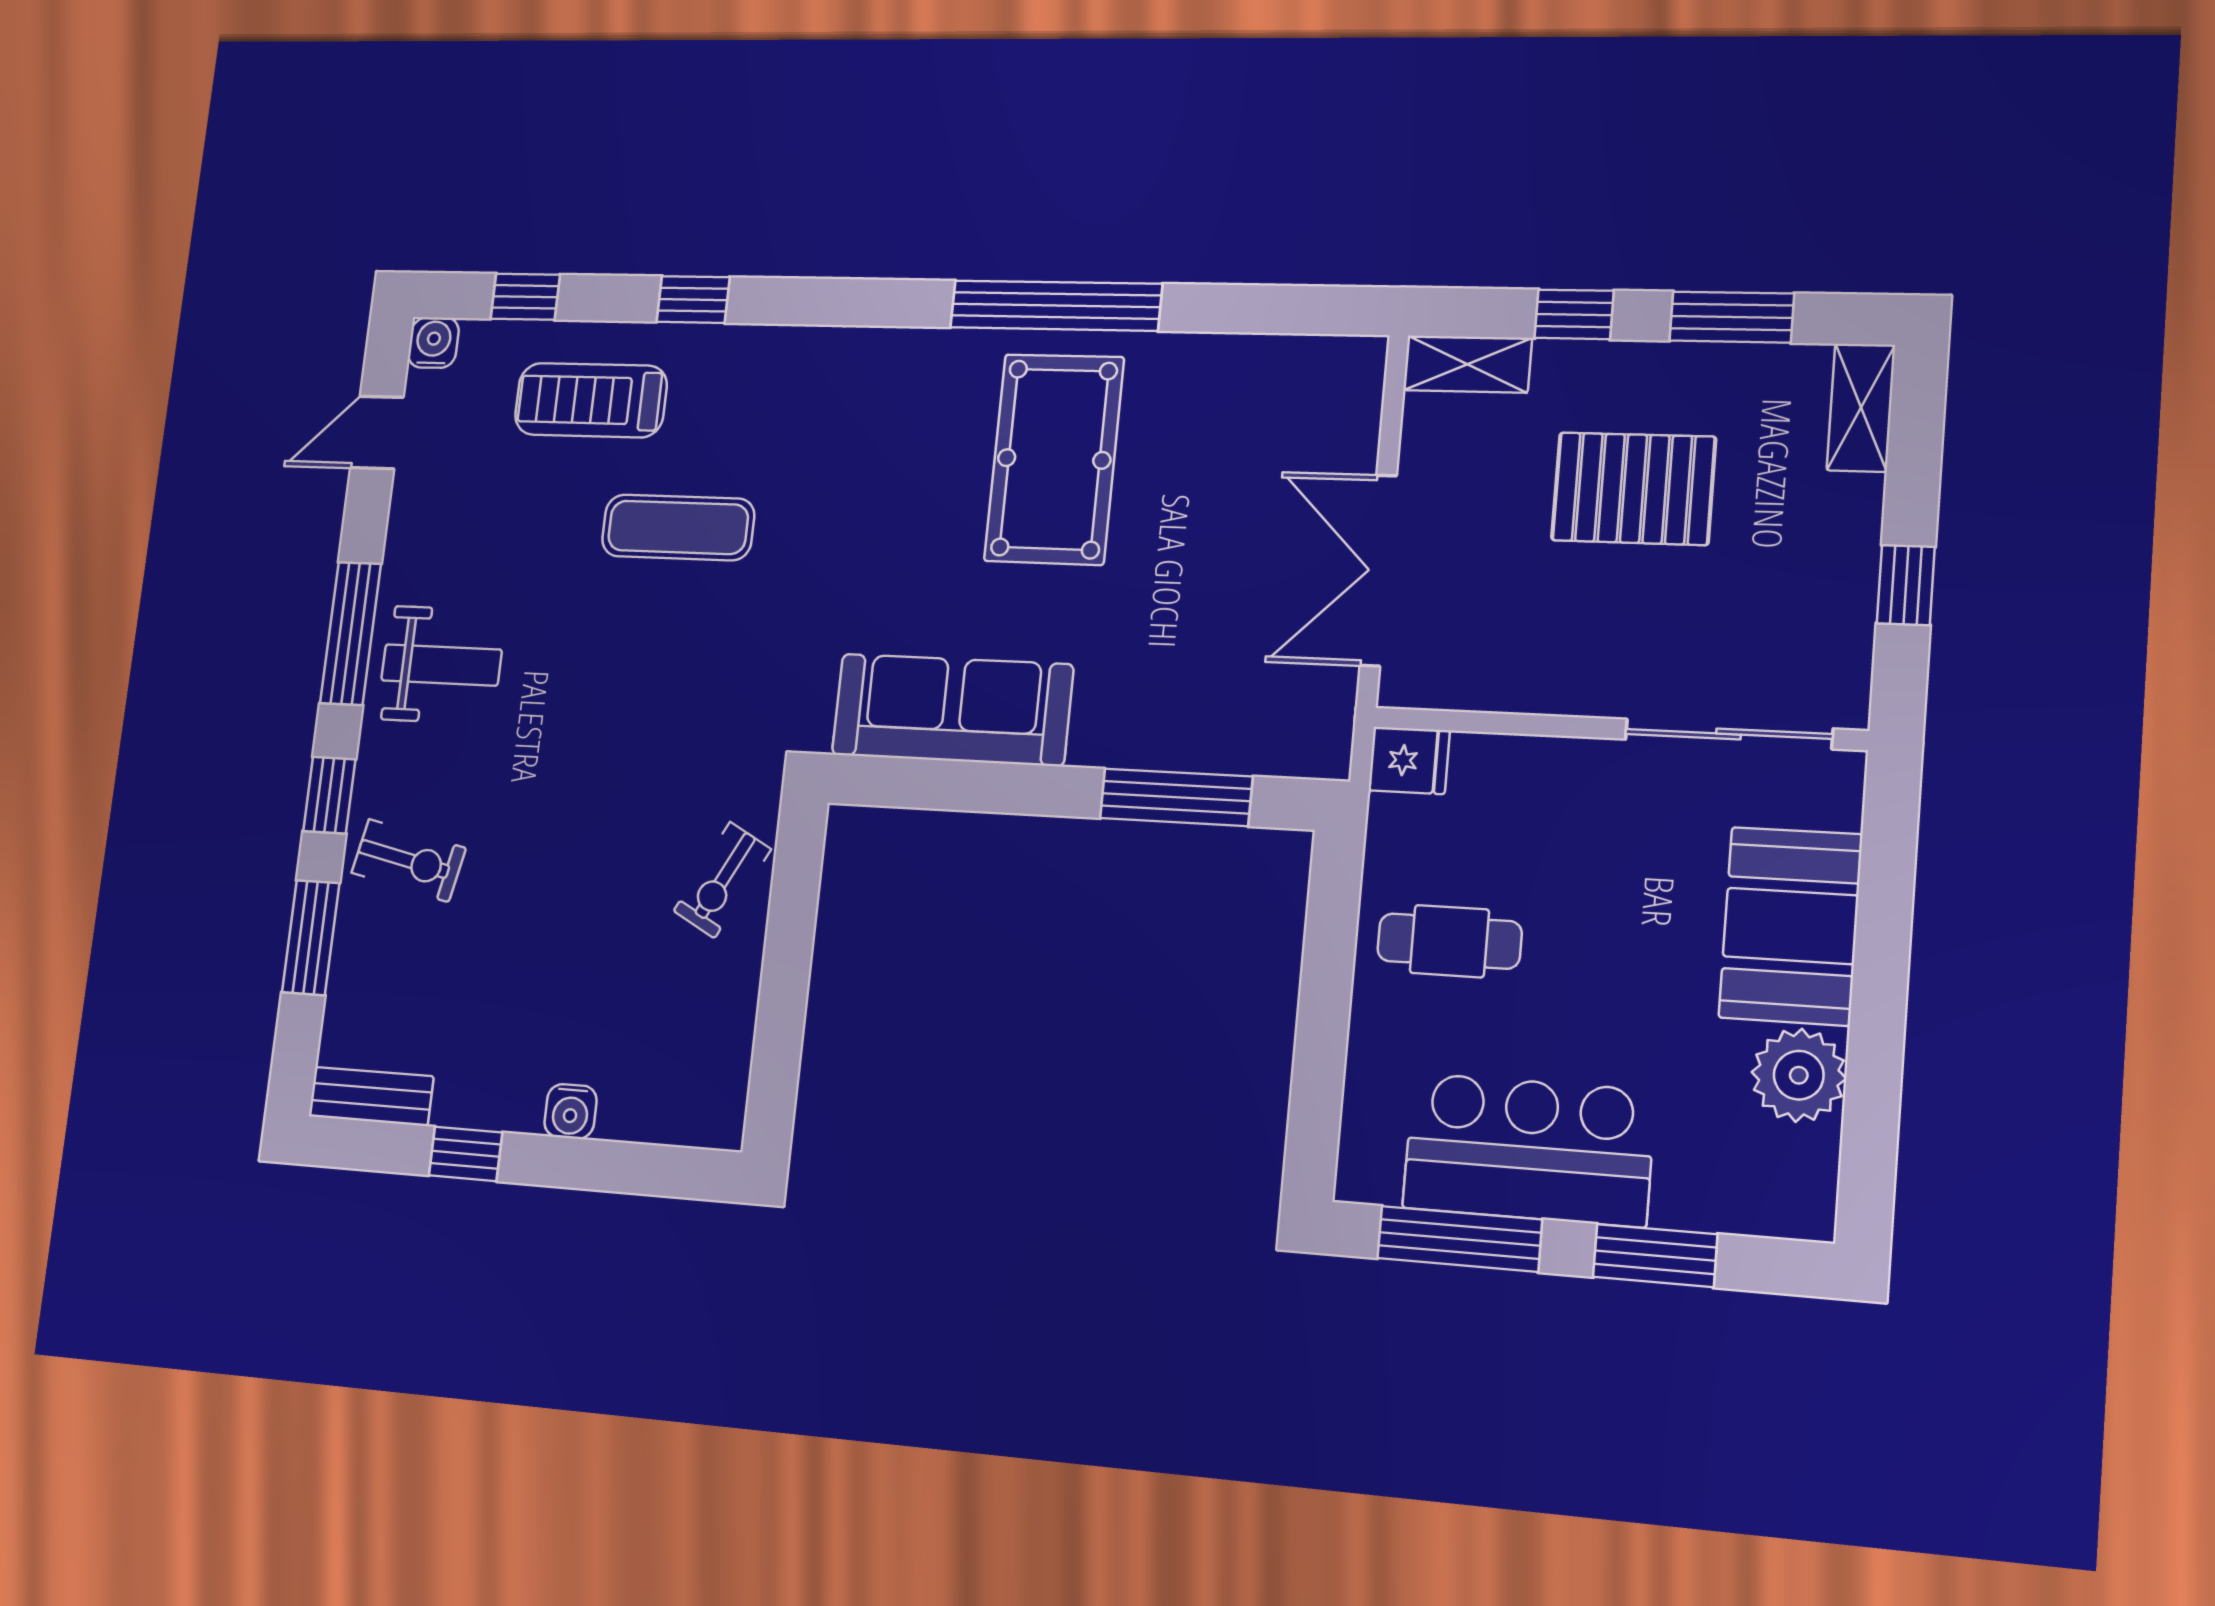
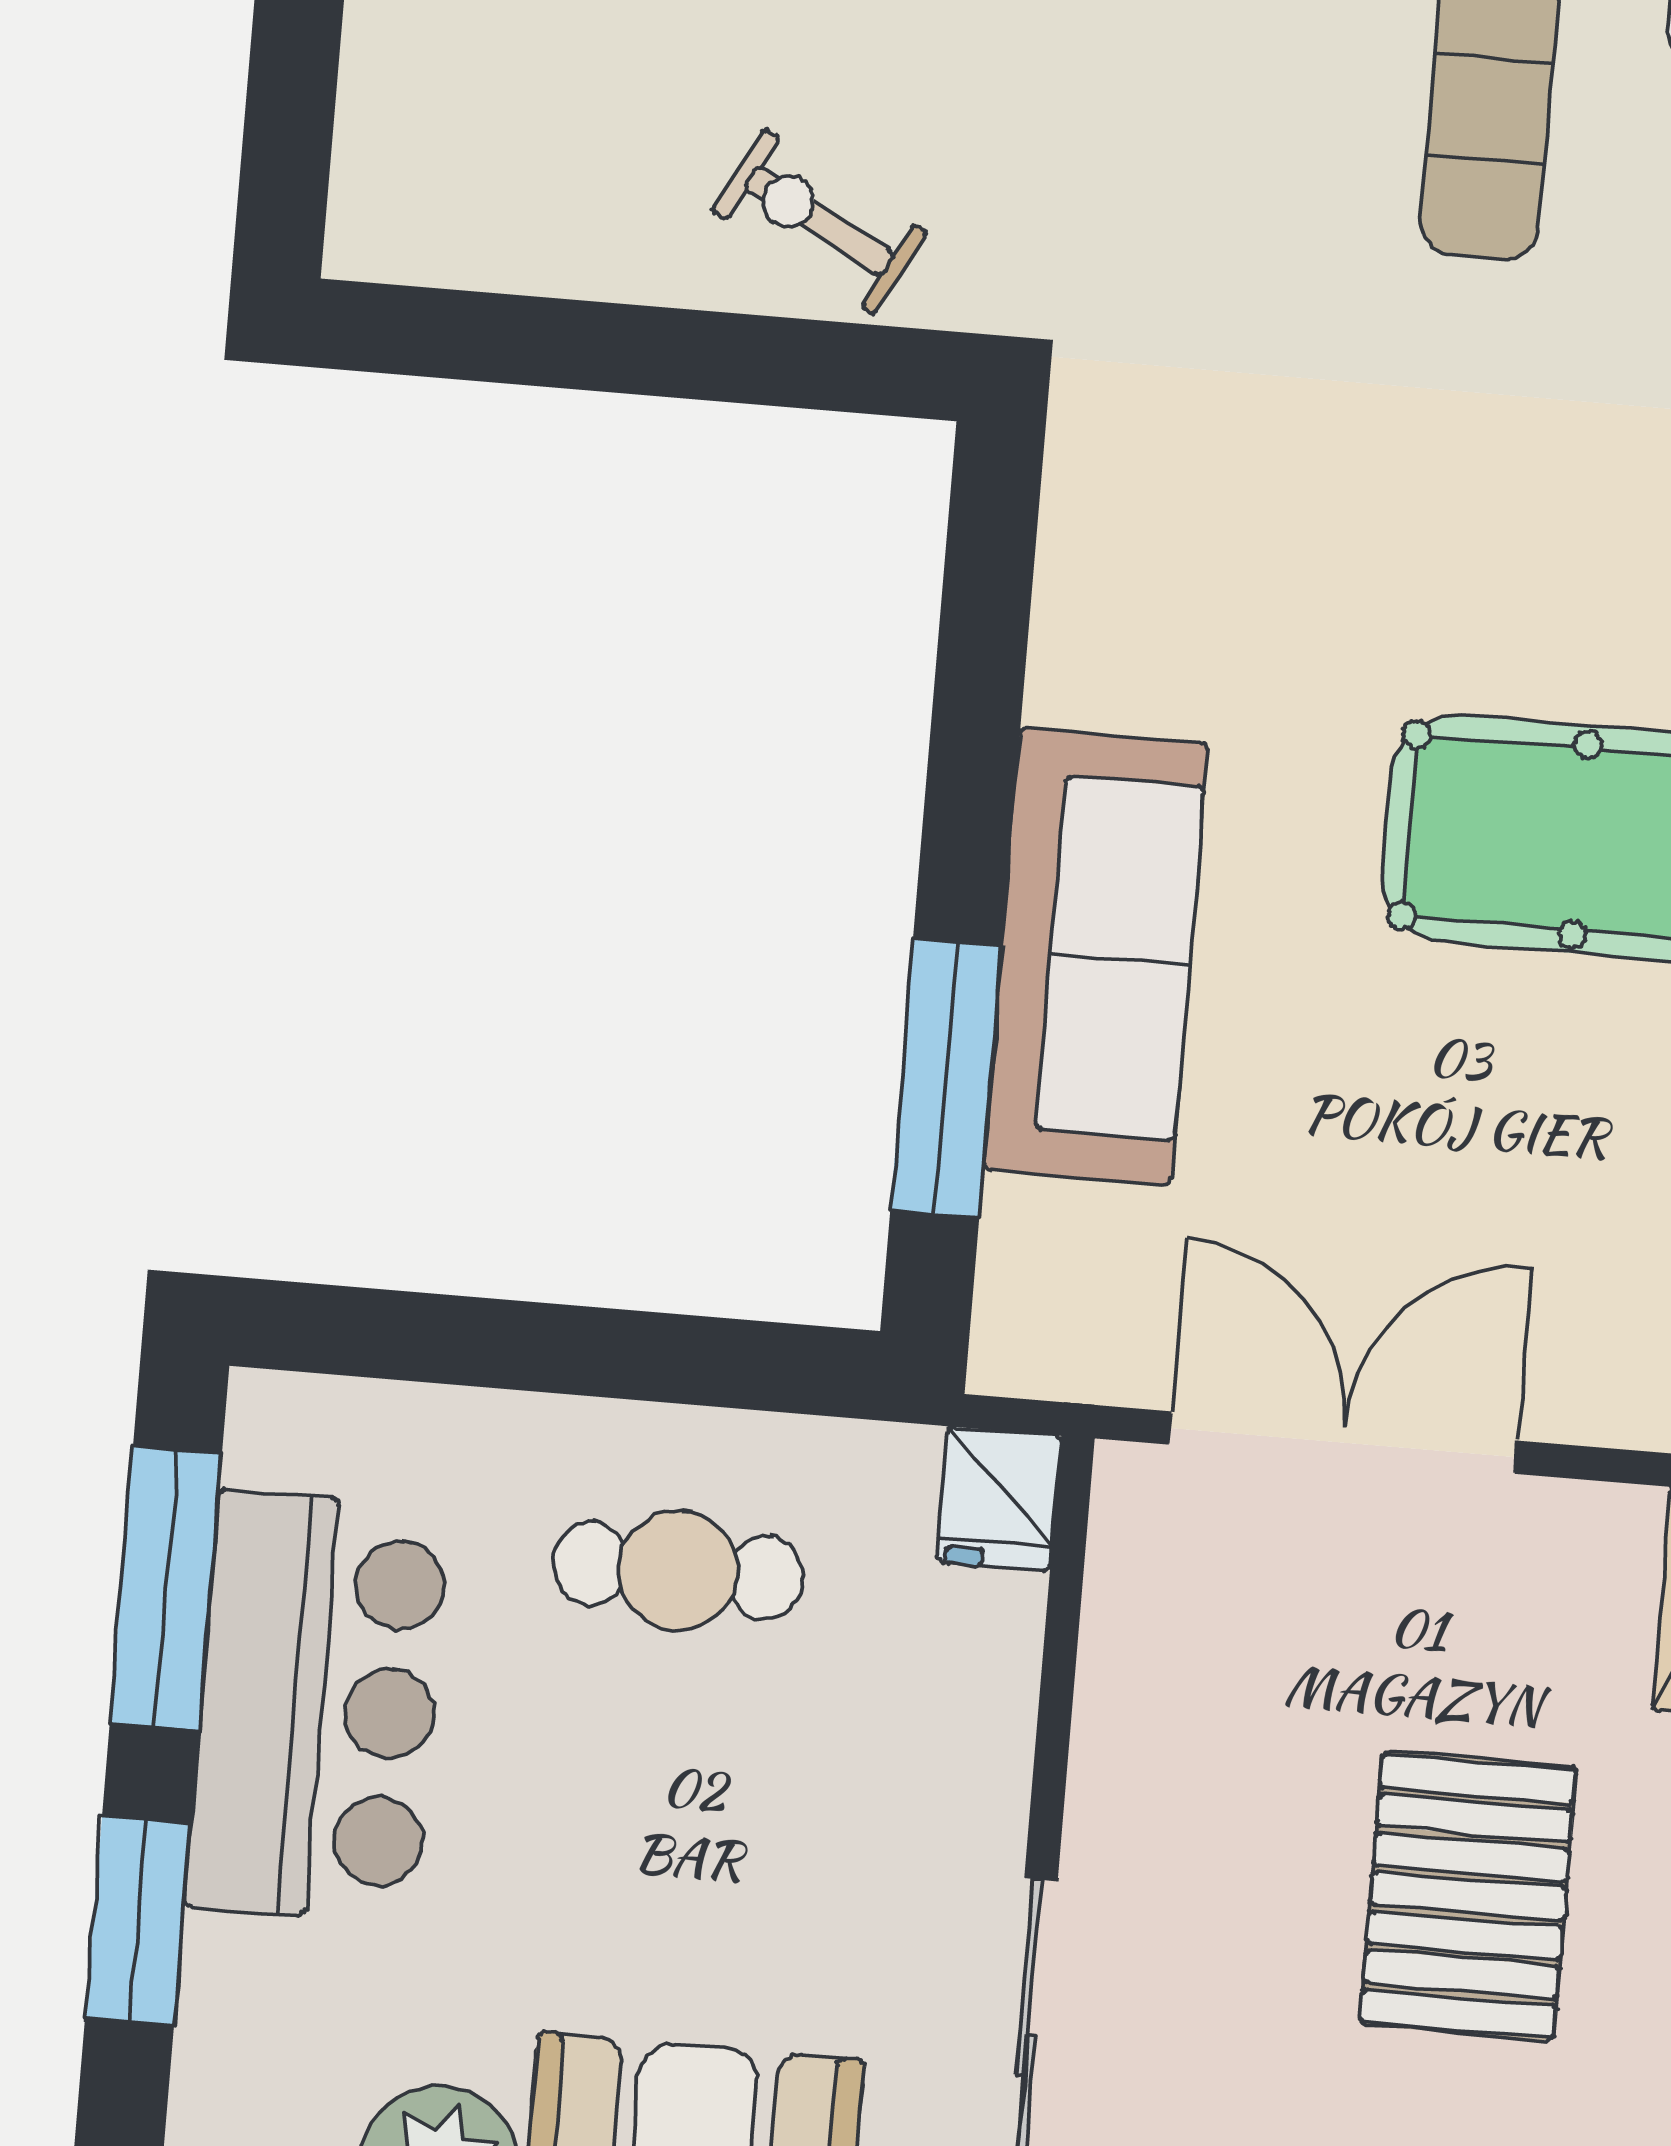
sofa: (952, 710) -> (1096, 956), moved
cafe table: (1449, 941) -> (678, 1570), turned 90

